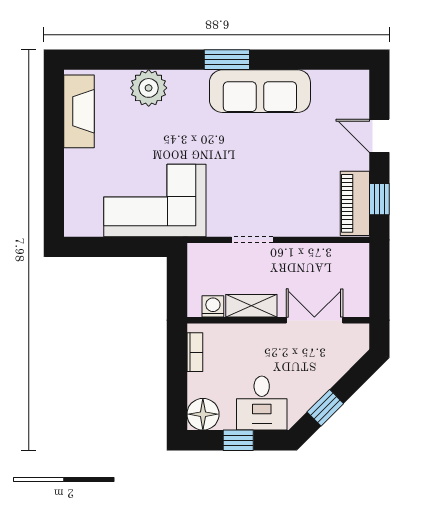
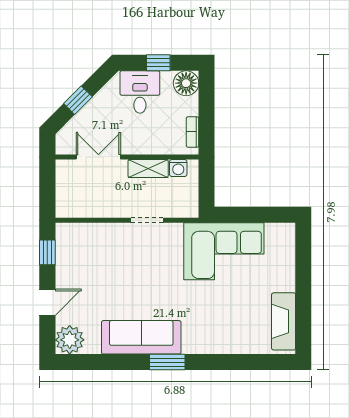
plant: (149, 88) -> (70, 340), moved
door: (379, 136) -> (47, 302), hinge flipped
piano: (355, 203) -> (67, 249), removed
double door: (314, 320) -> (98, 157), swing flipped
window: (325, 408) -> (78, 100), moved

